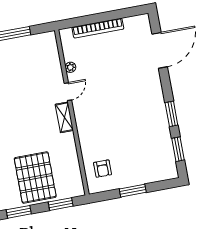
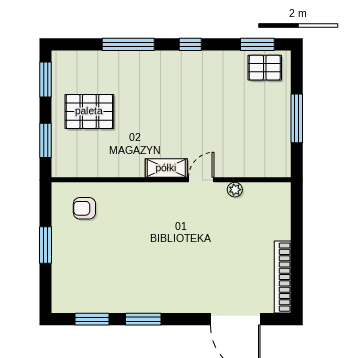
bookcase: (98, 28) -> (283, 277), moved
door: (68, 92) -> (201, 180), swing flipped
pallet: (35, 178) -> (89, 111), width x0.73, depth x0.71

